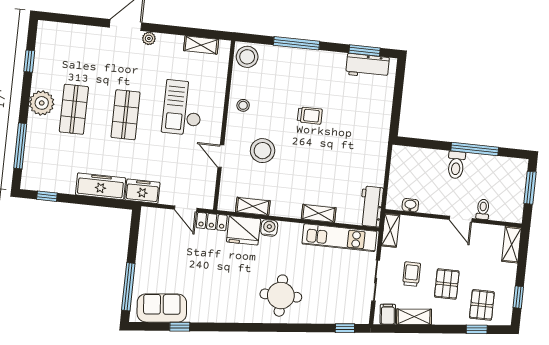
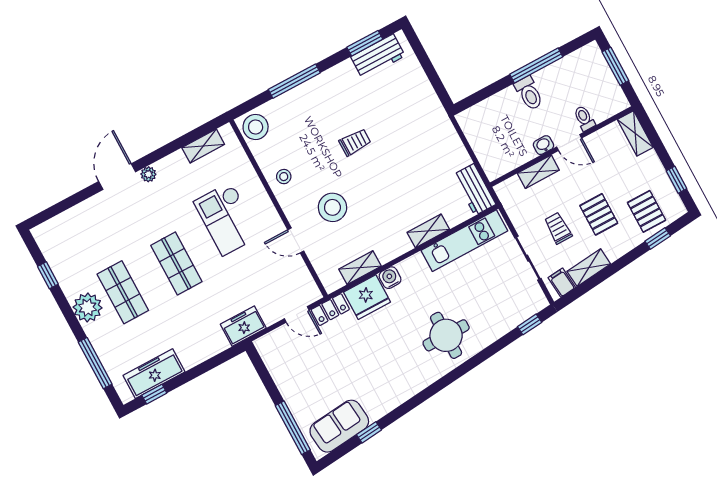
freezer: (101, 186) -> (154, 374), moved
washbasin: (410, 205) -> (543, 145), moved
shelving: (391, 230) -> (538, 172), moved, turned 90

